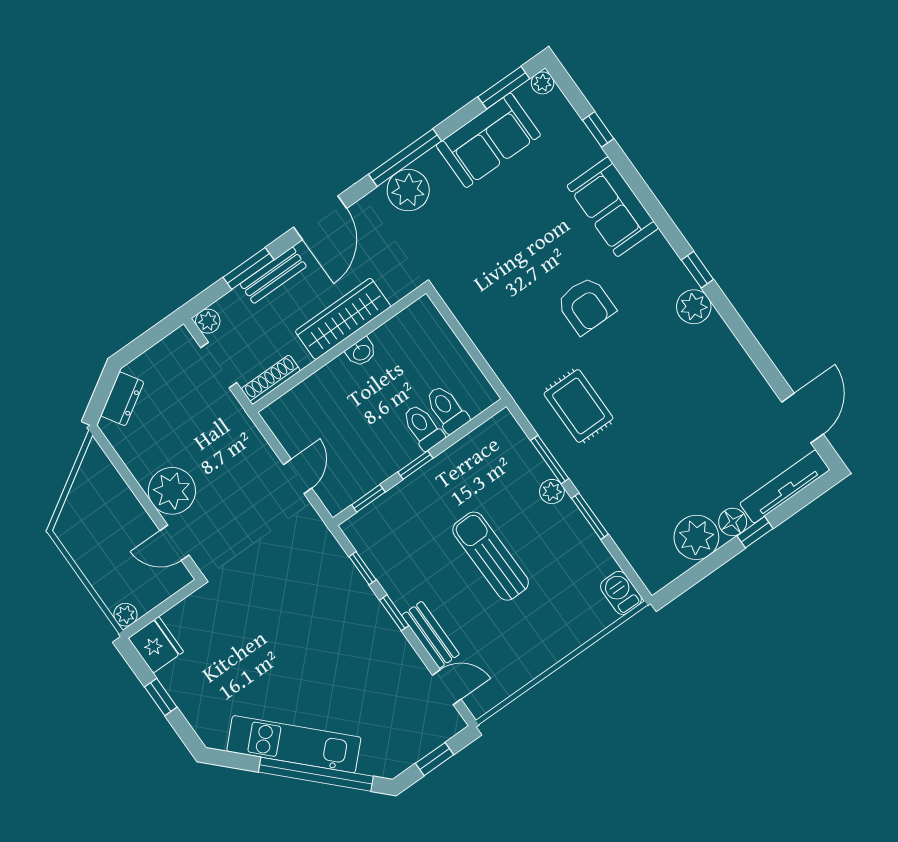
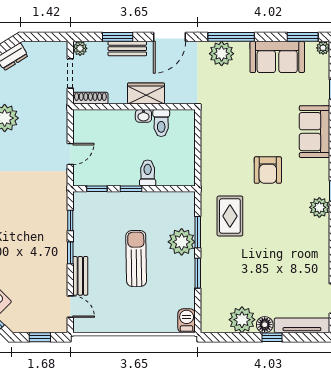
wardrobe: (343, 319) -> (146, 93), width x0.67
toilet: (447, 409) -> (161, 123), moved, turned 180
plant: (552, 492) -> (182, 242), width x1.88, depth x1.88

